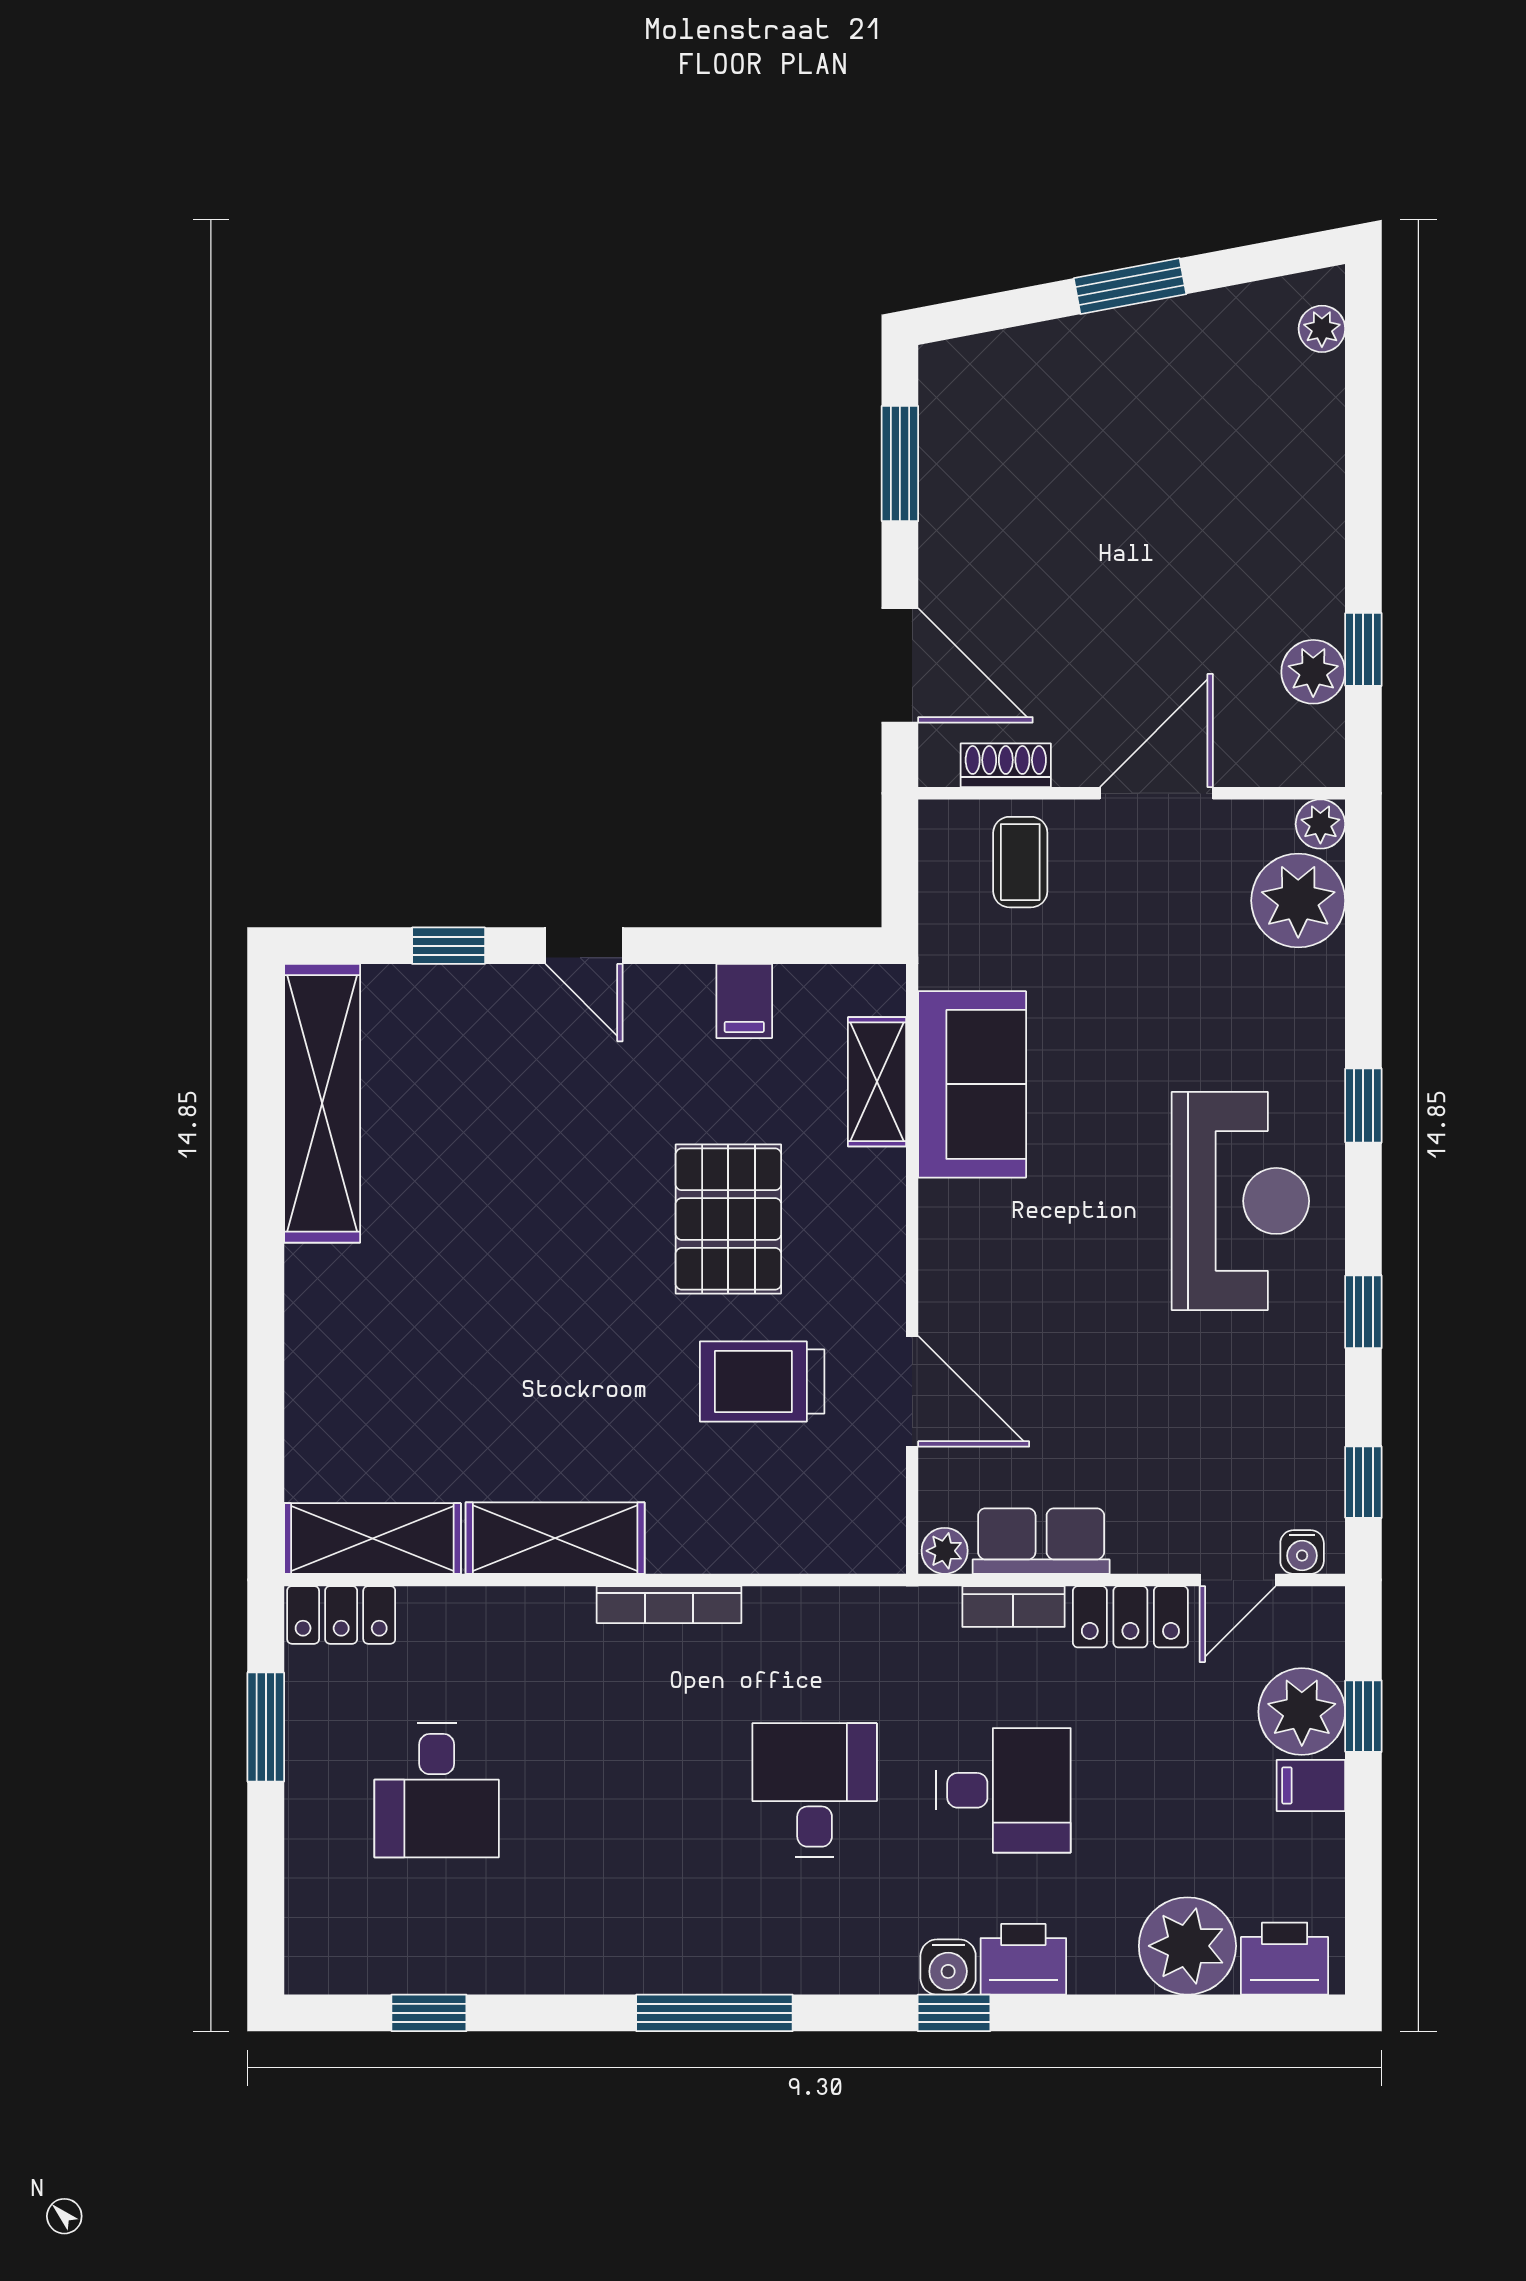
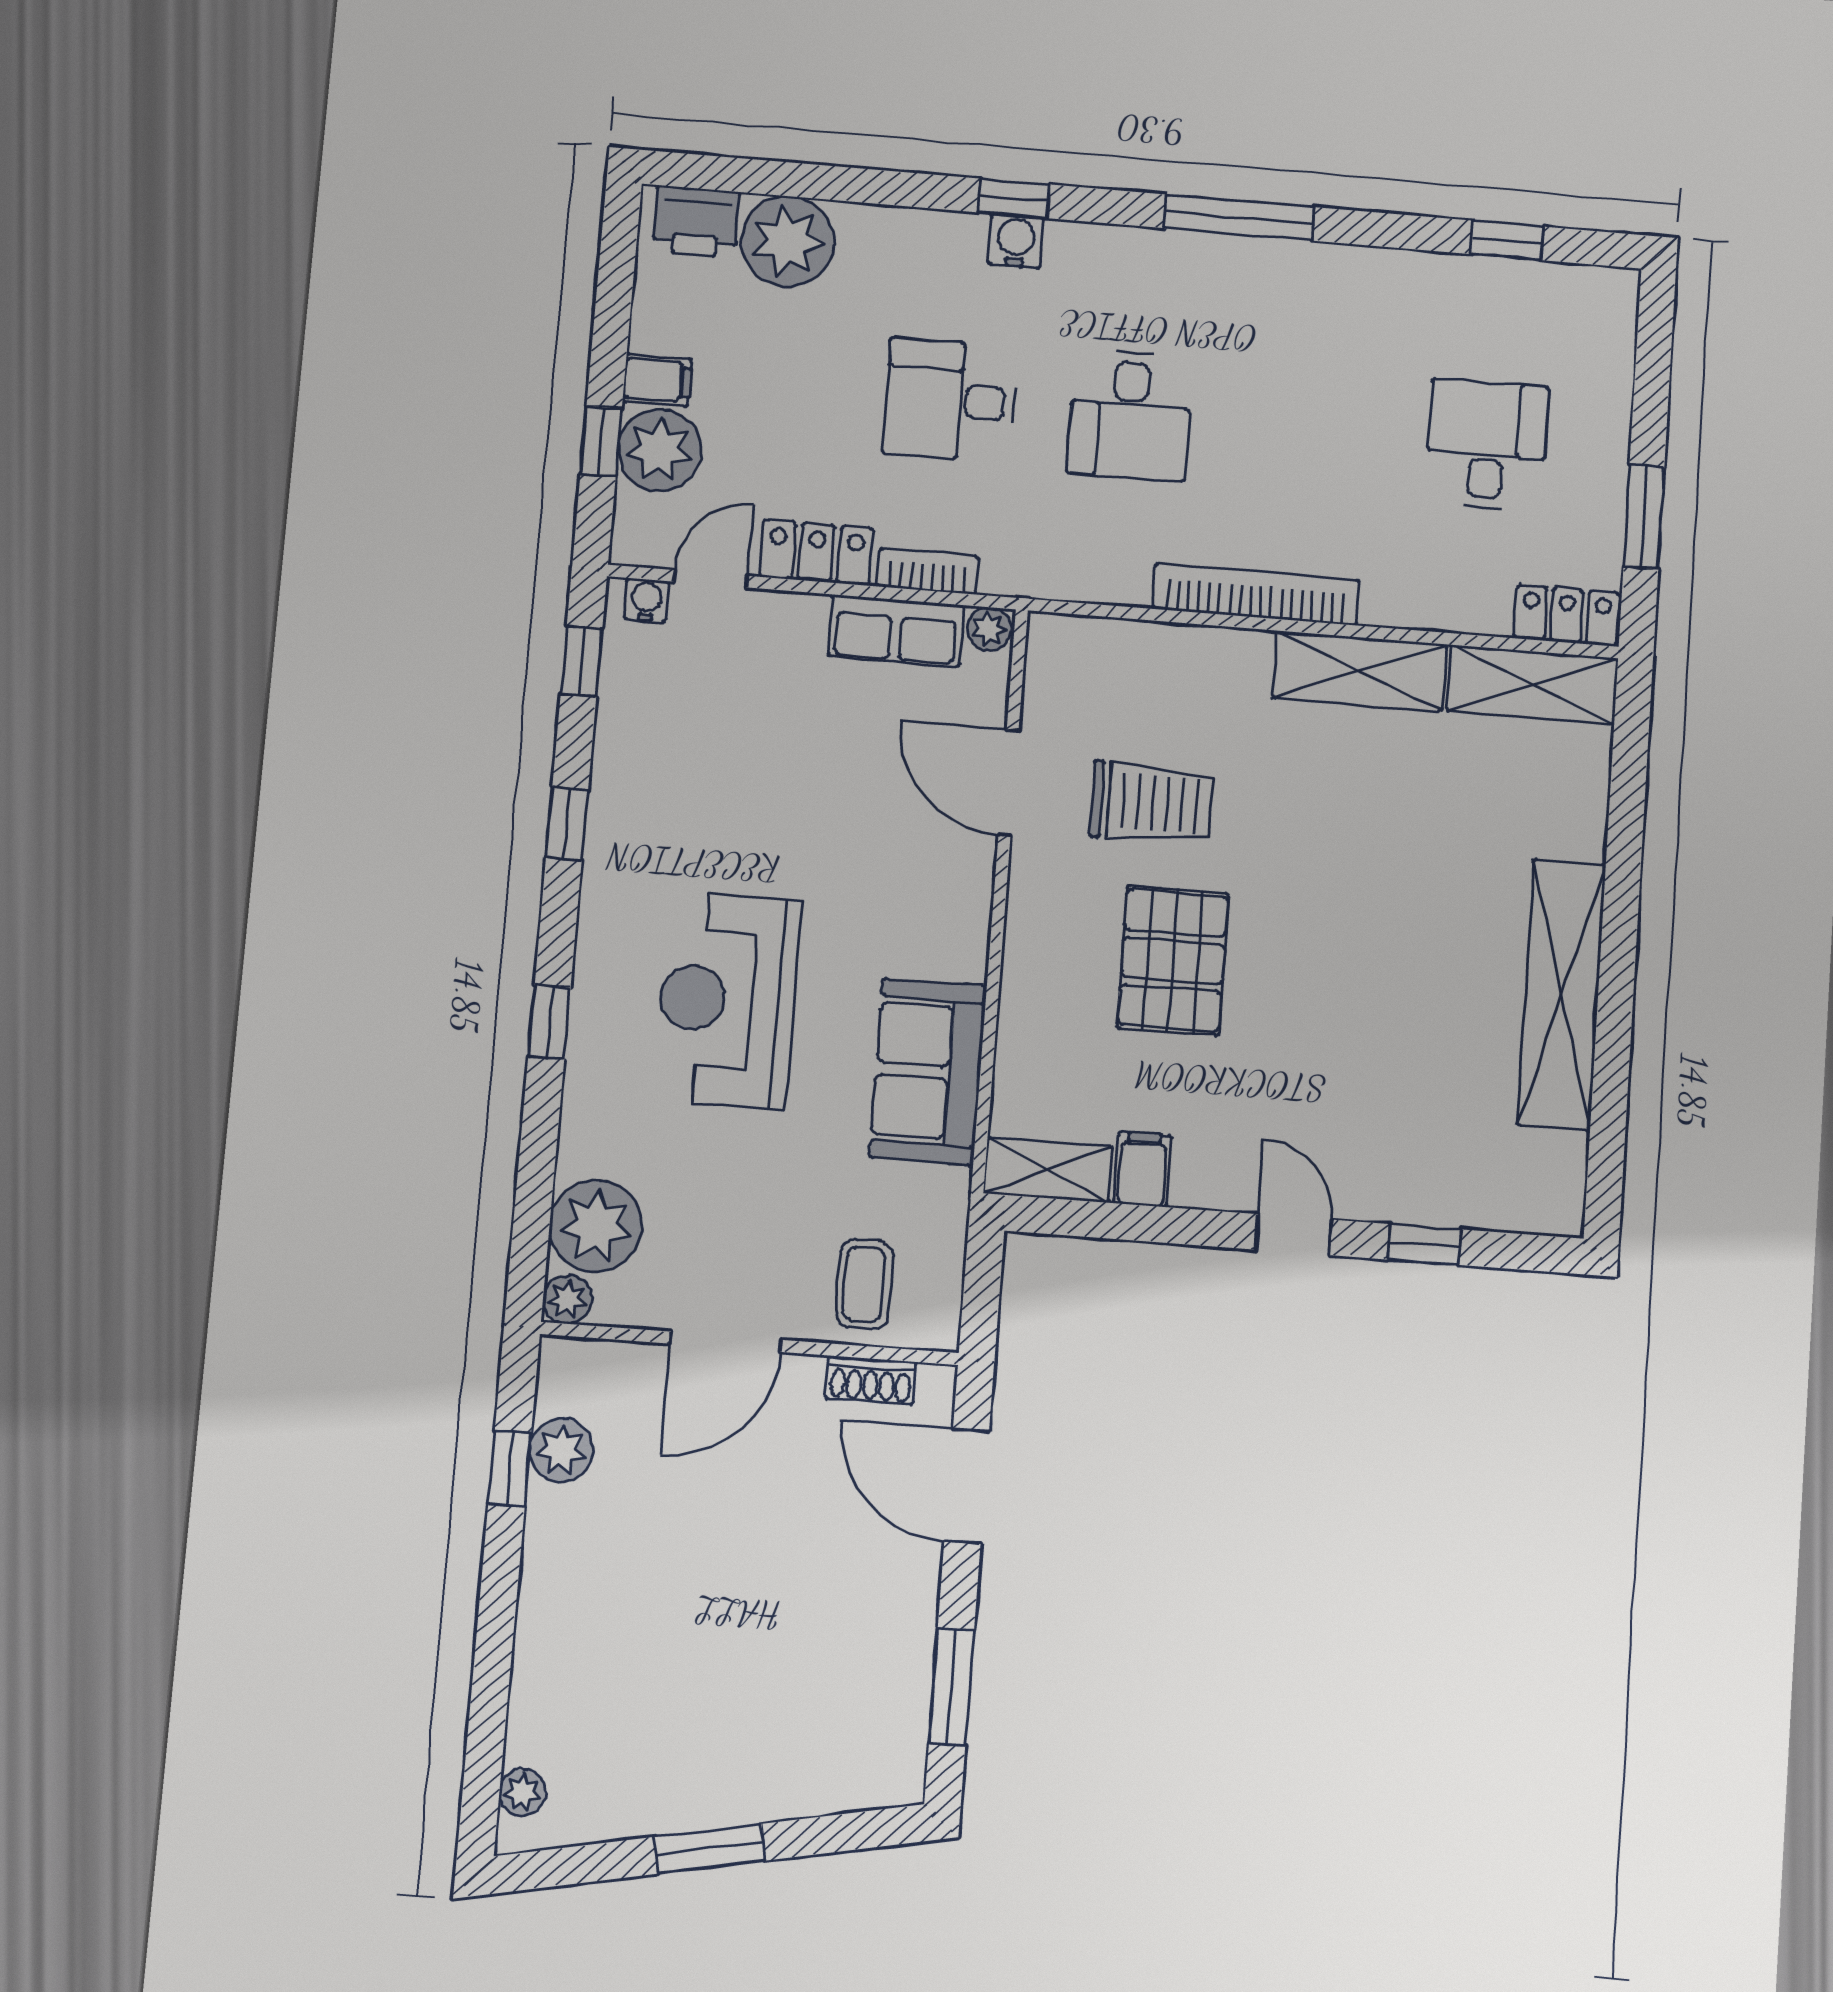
shelving: (877, 1082) -> (1048, 1170), moved, turned 90
shelving: (322, 1103) -> (1562, 995), moved
reception desk: (1240, 1201) -> (727, 1000), moved
bookcase: (669, 1605) -> (1256, 594), width x1.48, depth x1.31
printer: (1023, 1959) -> (944, 242), removed

